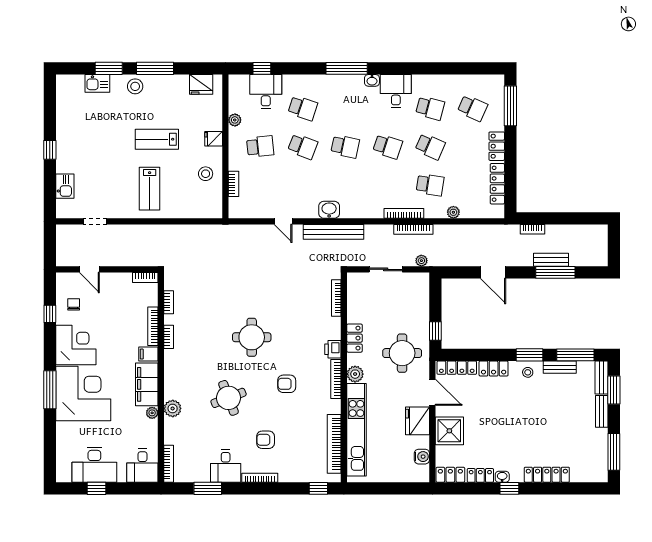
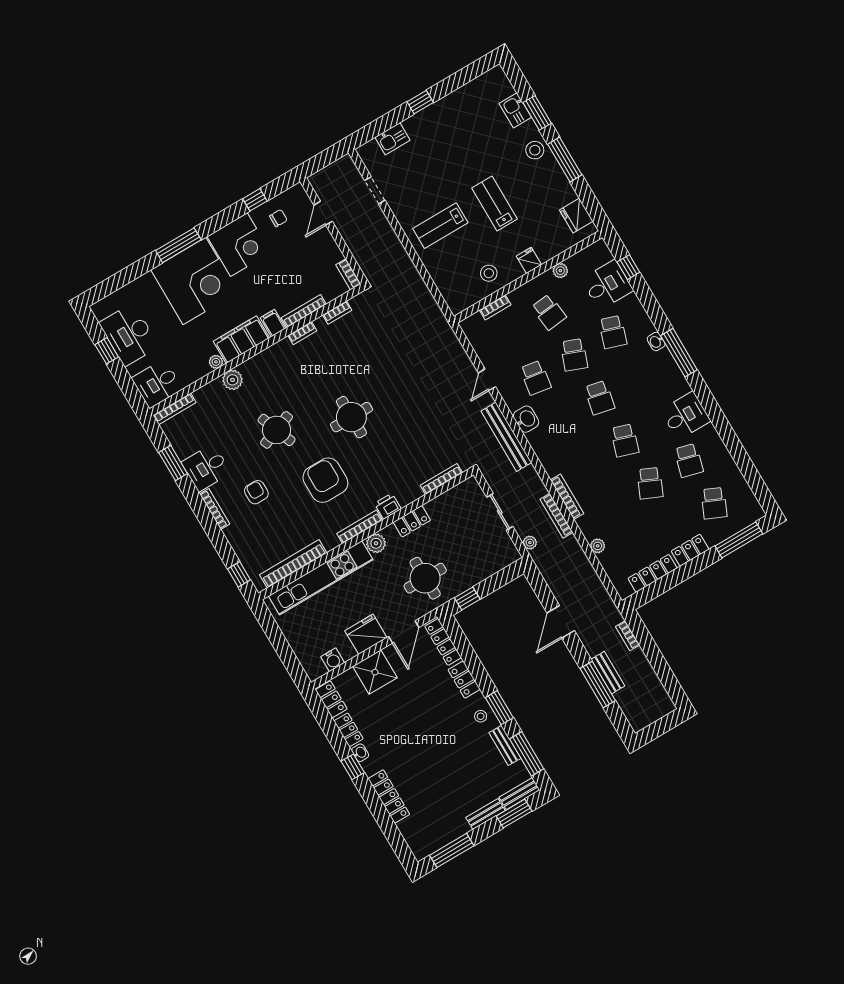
washbasin: (372, 80) -> (656, 341), moved
school desk: (430, 185) -> (536, 378), moved
armchair: (287, 384) -> (325, 480), width x1.88, depth x1.88

